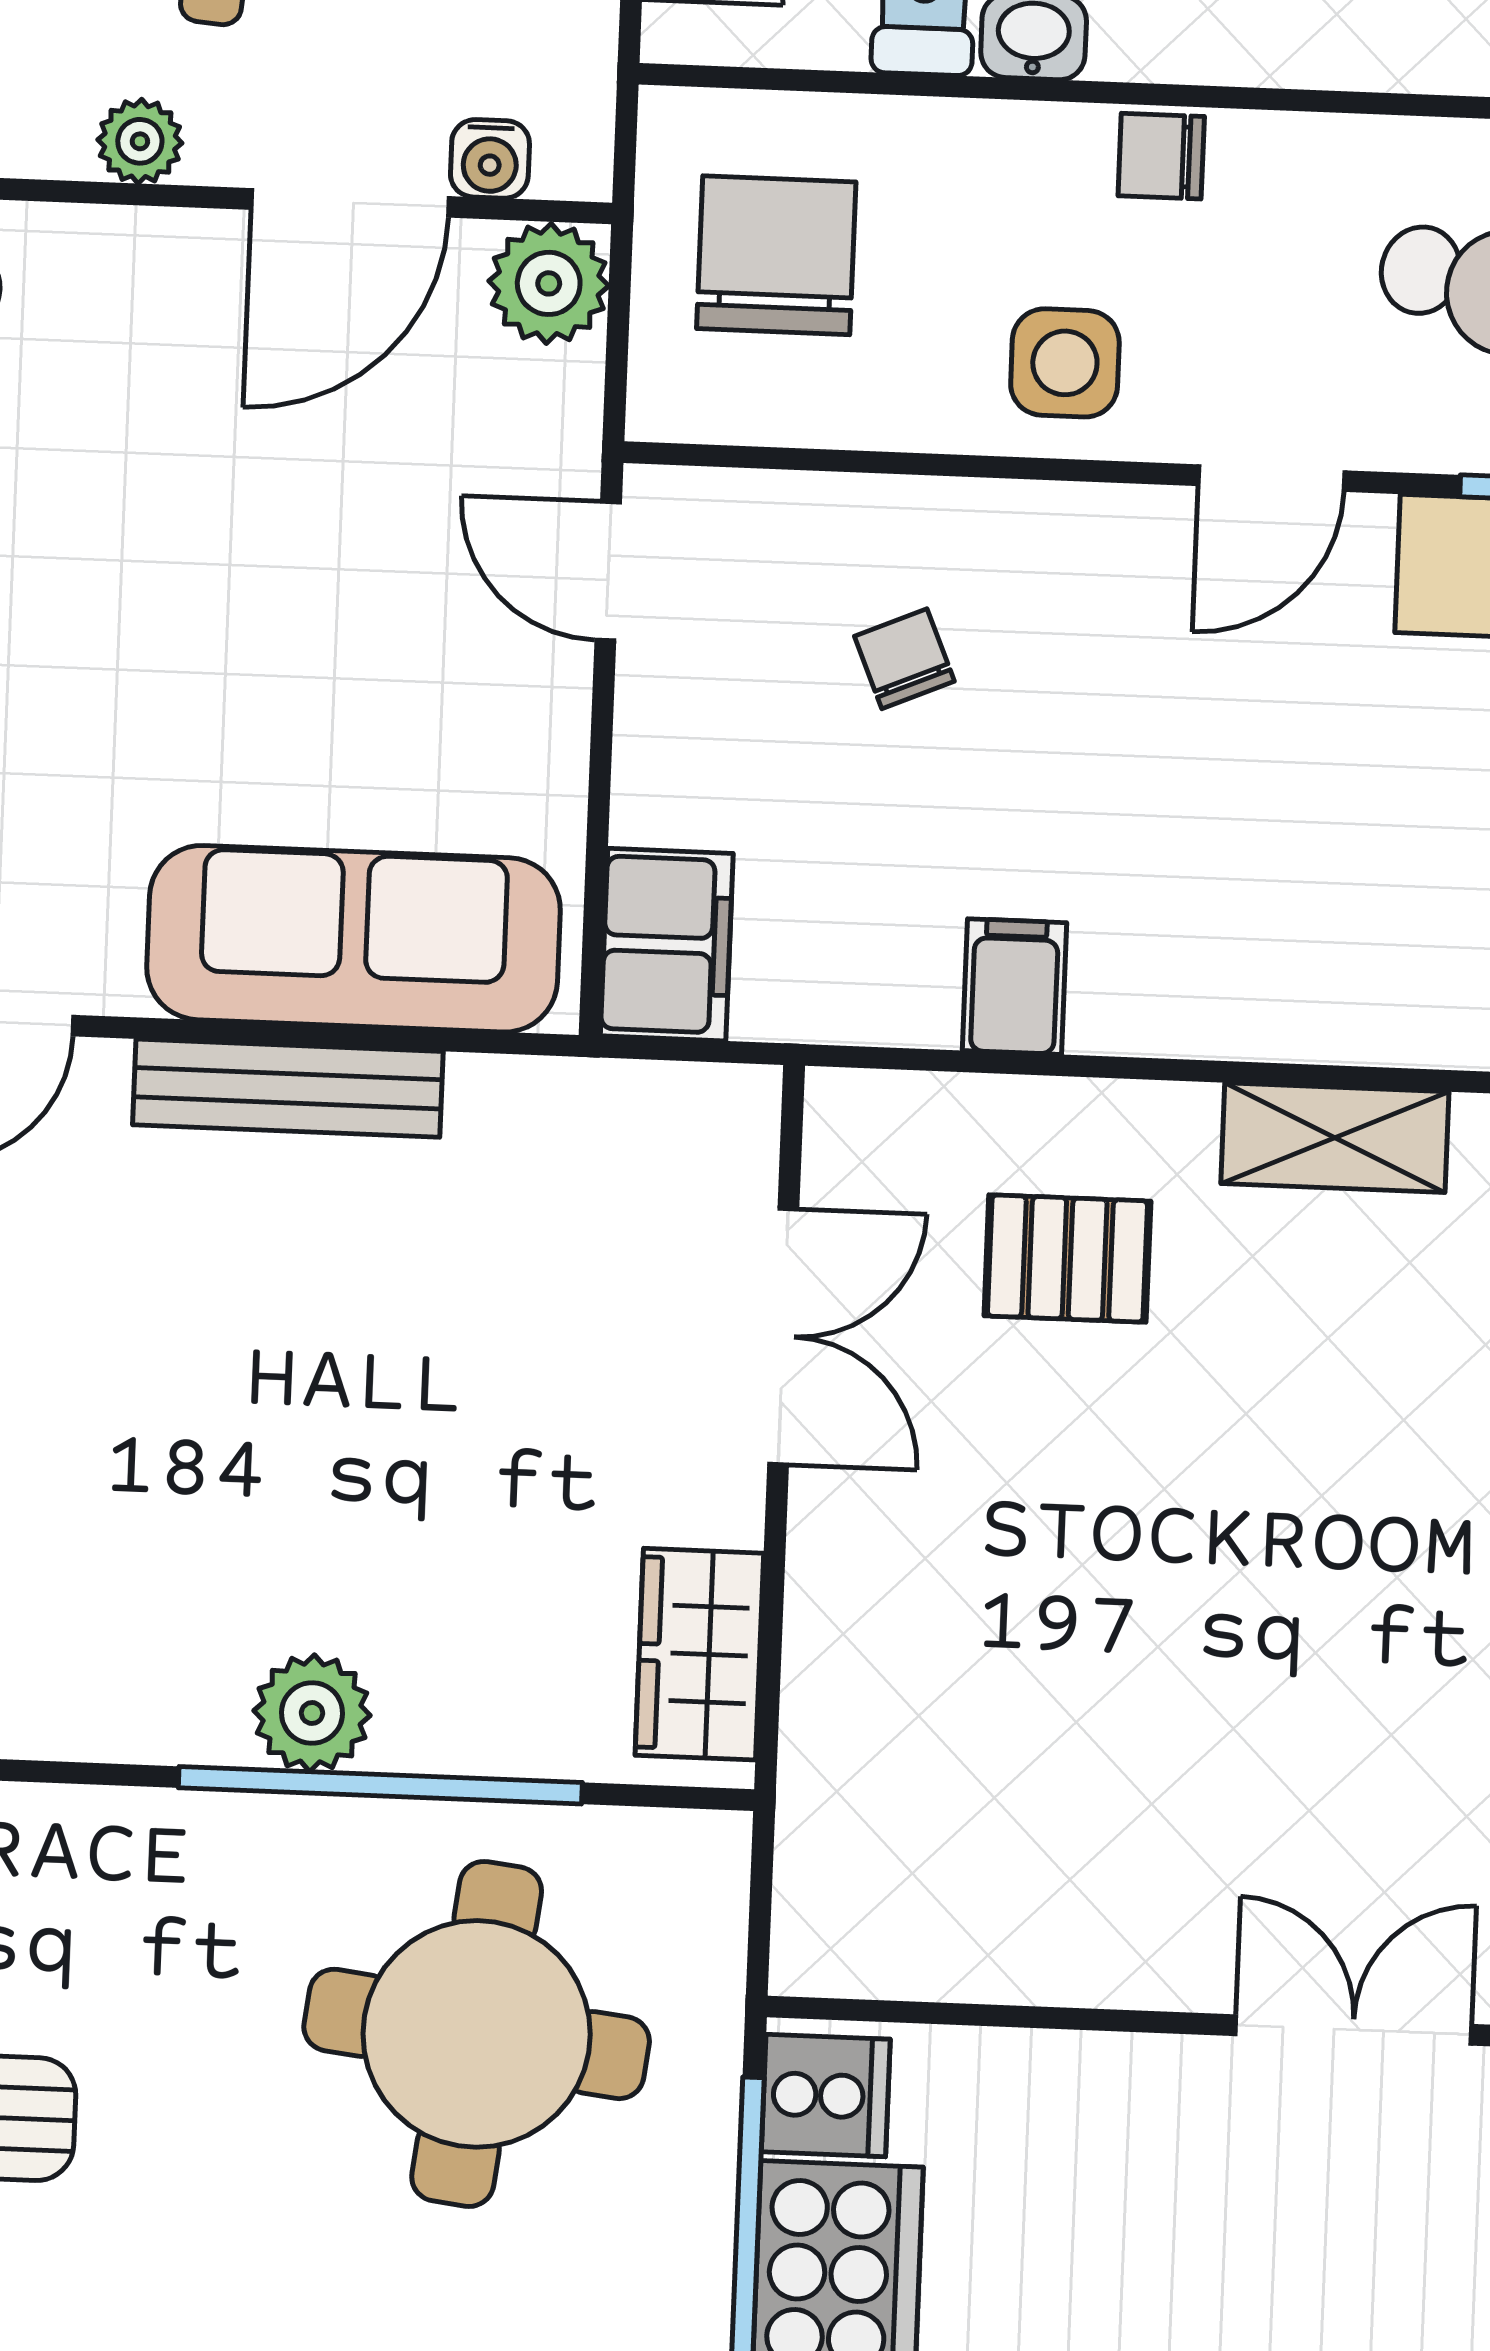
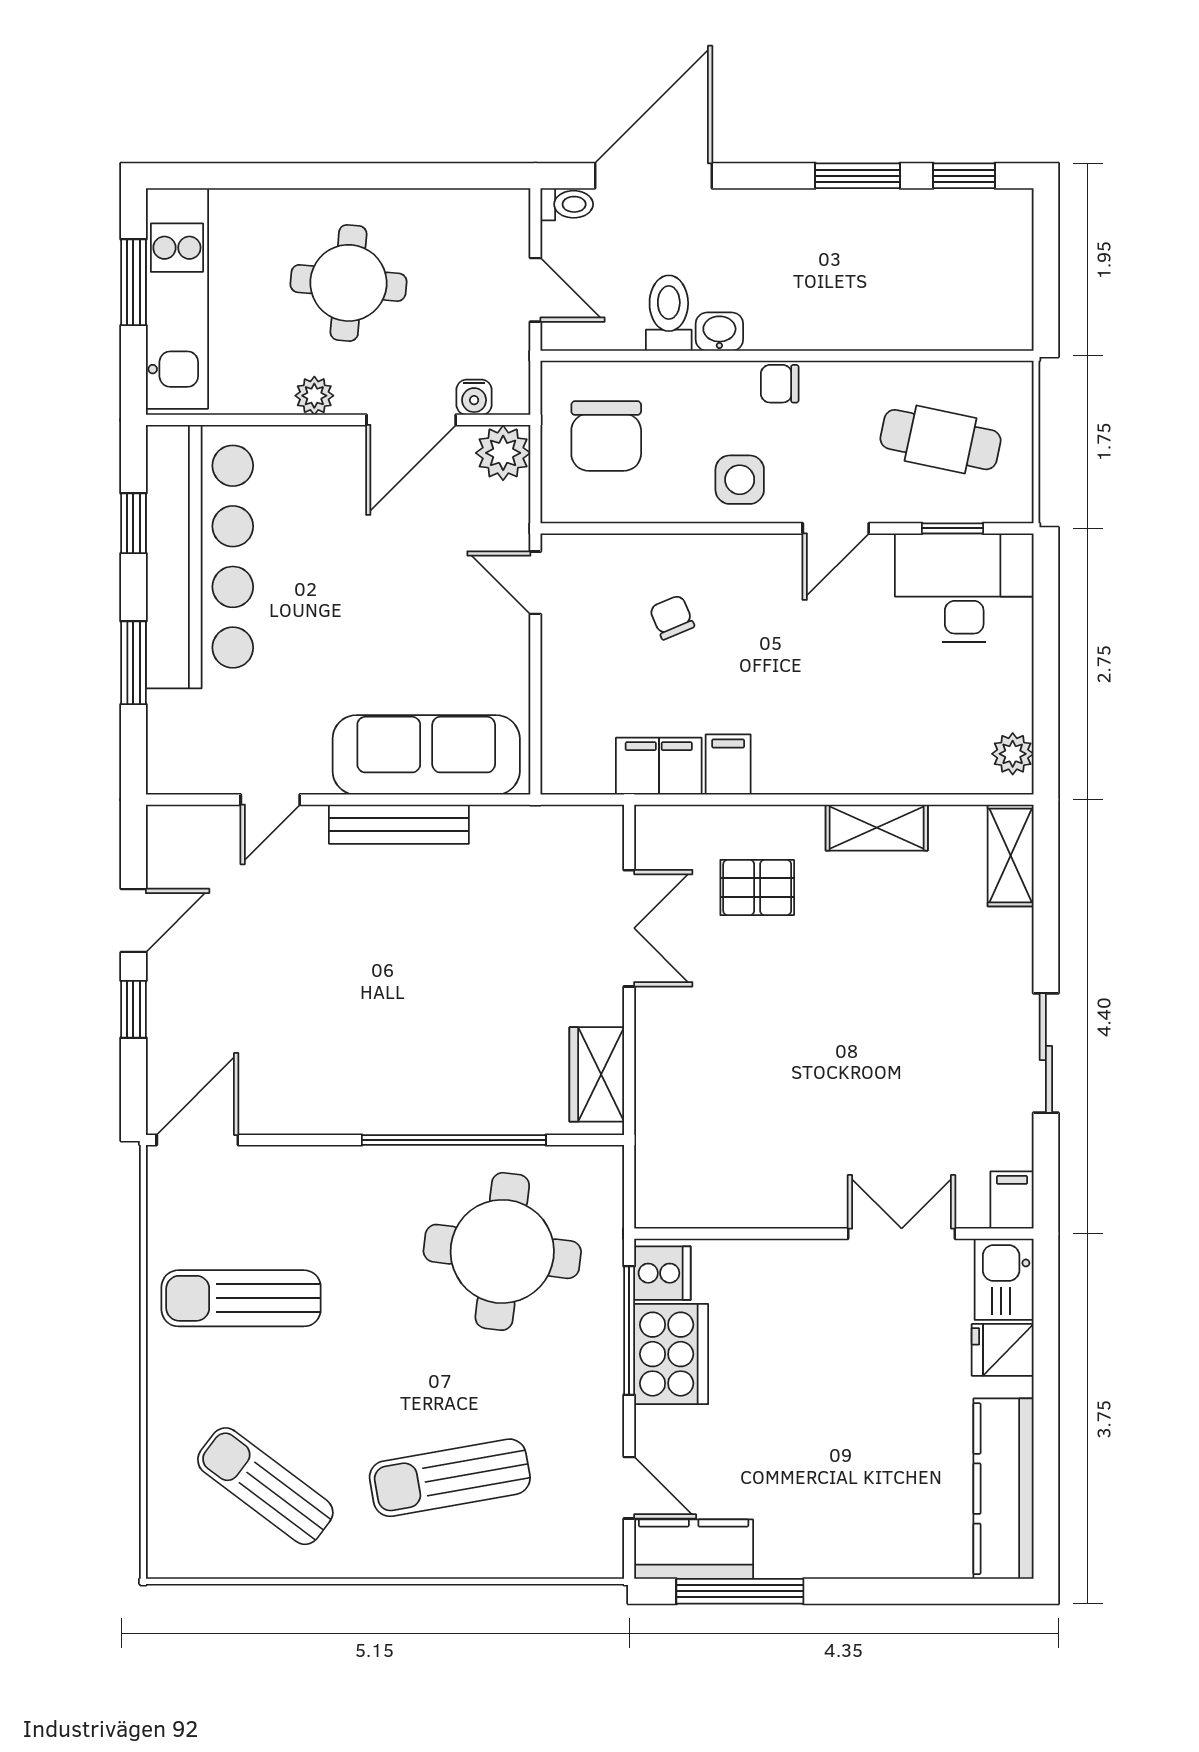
chair: (776, 255) -> (606, 436), turned 180
filing cabinet: (667, 945) -> (659, 766), moved, turned -90
plant: (312, 1713) -> (421, 1108), removed

